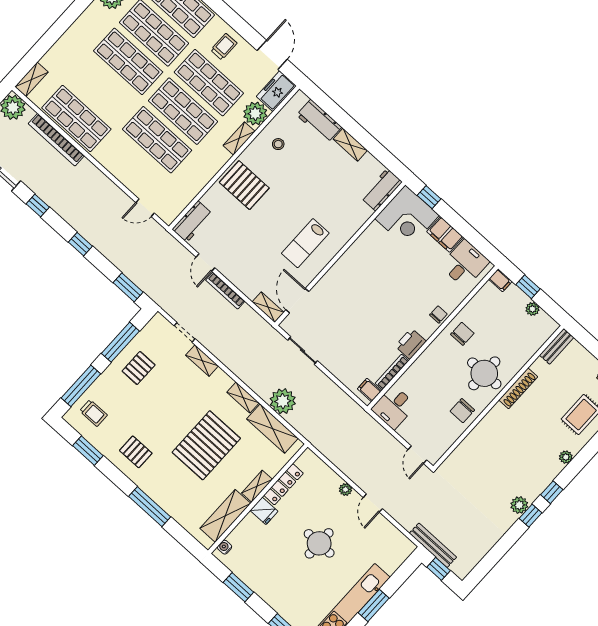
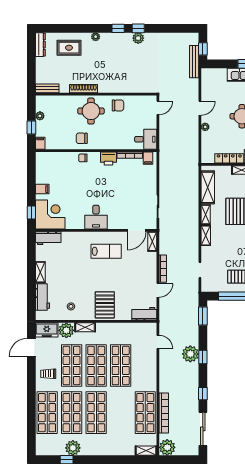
filing cabinet: (445, 234) -> (42, 189), width x0.50
desk: (465, 264) -> (96, 217), moved, turned -90
shelving: (202, 361) -> (206, 236), moved
plant: (283, 401) -> (190, 354), moved

